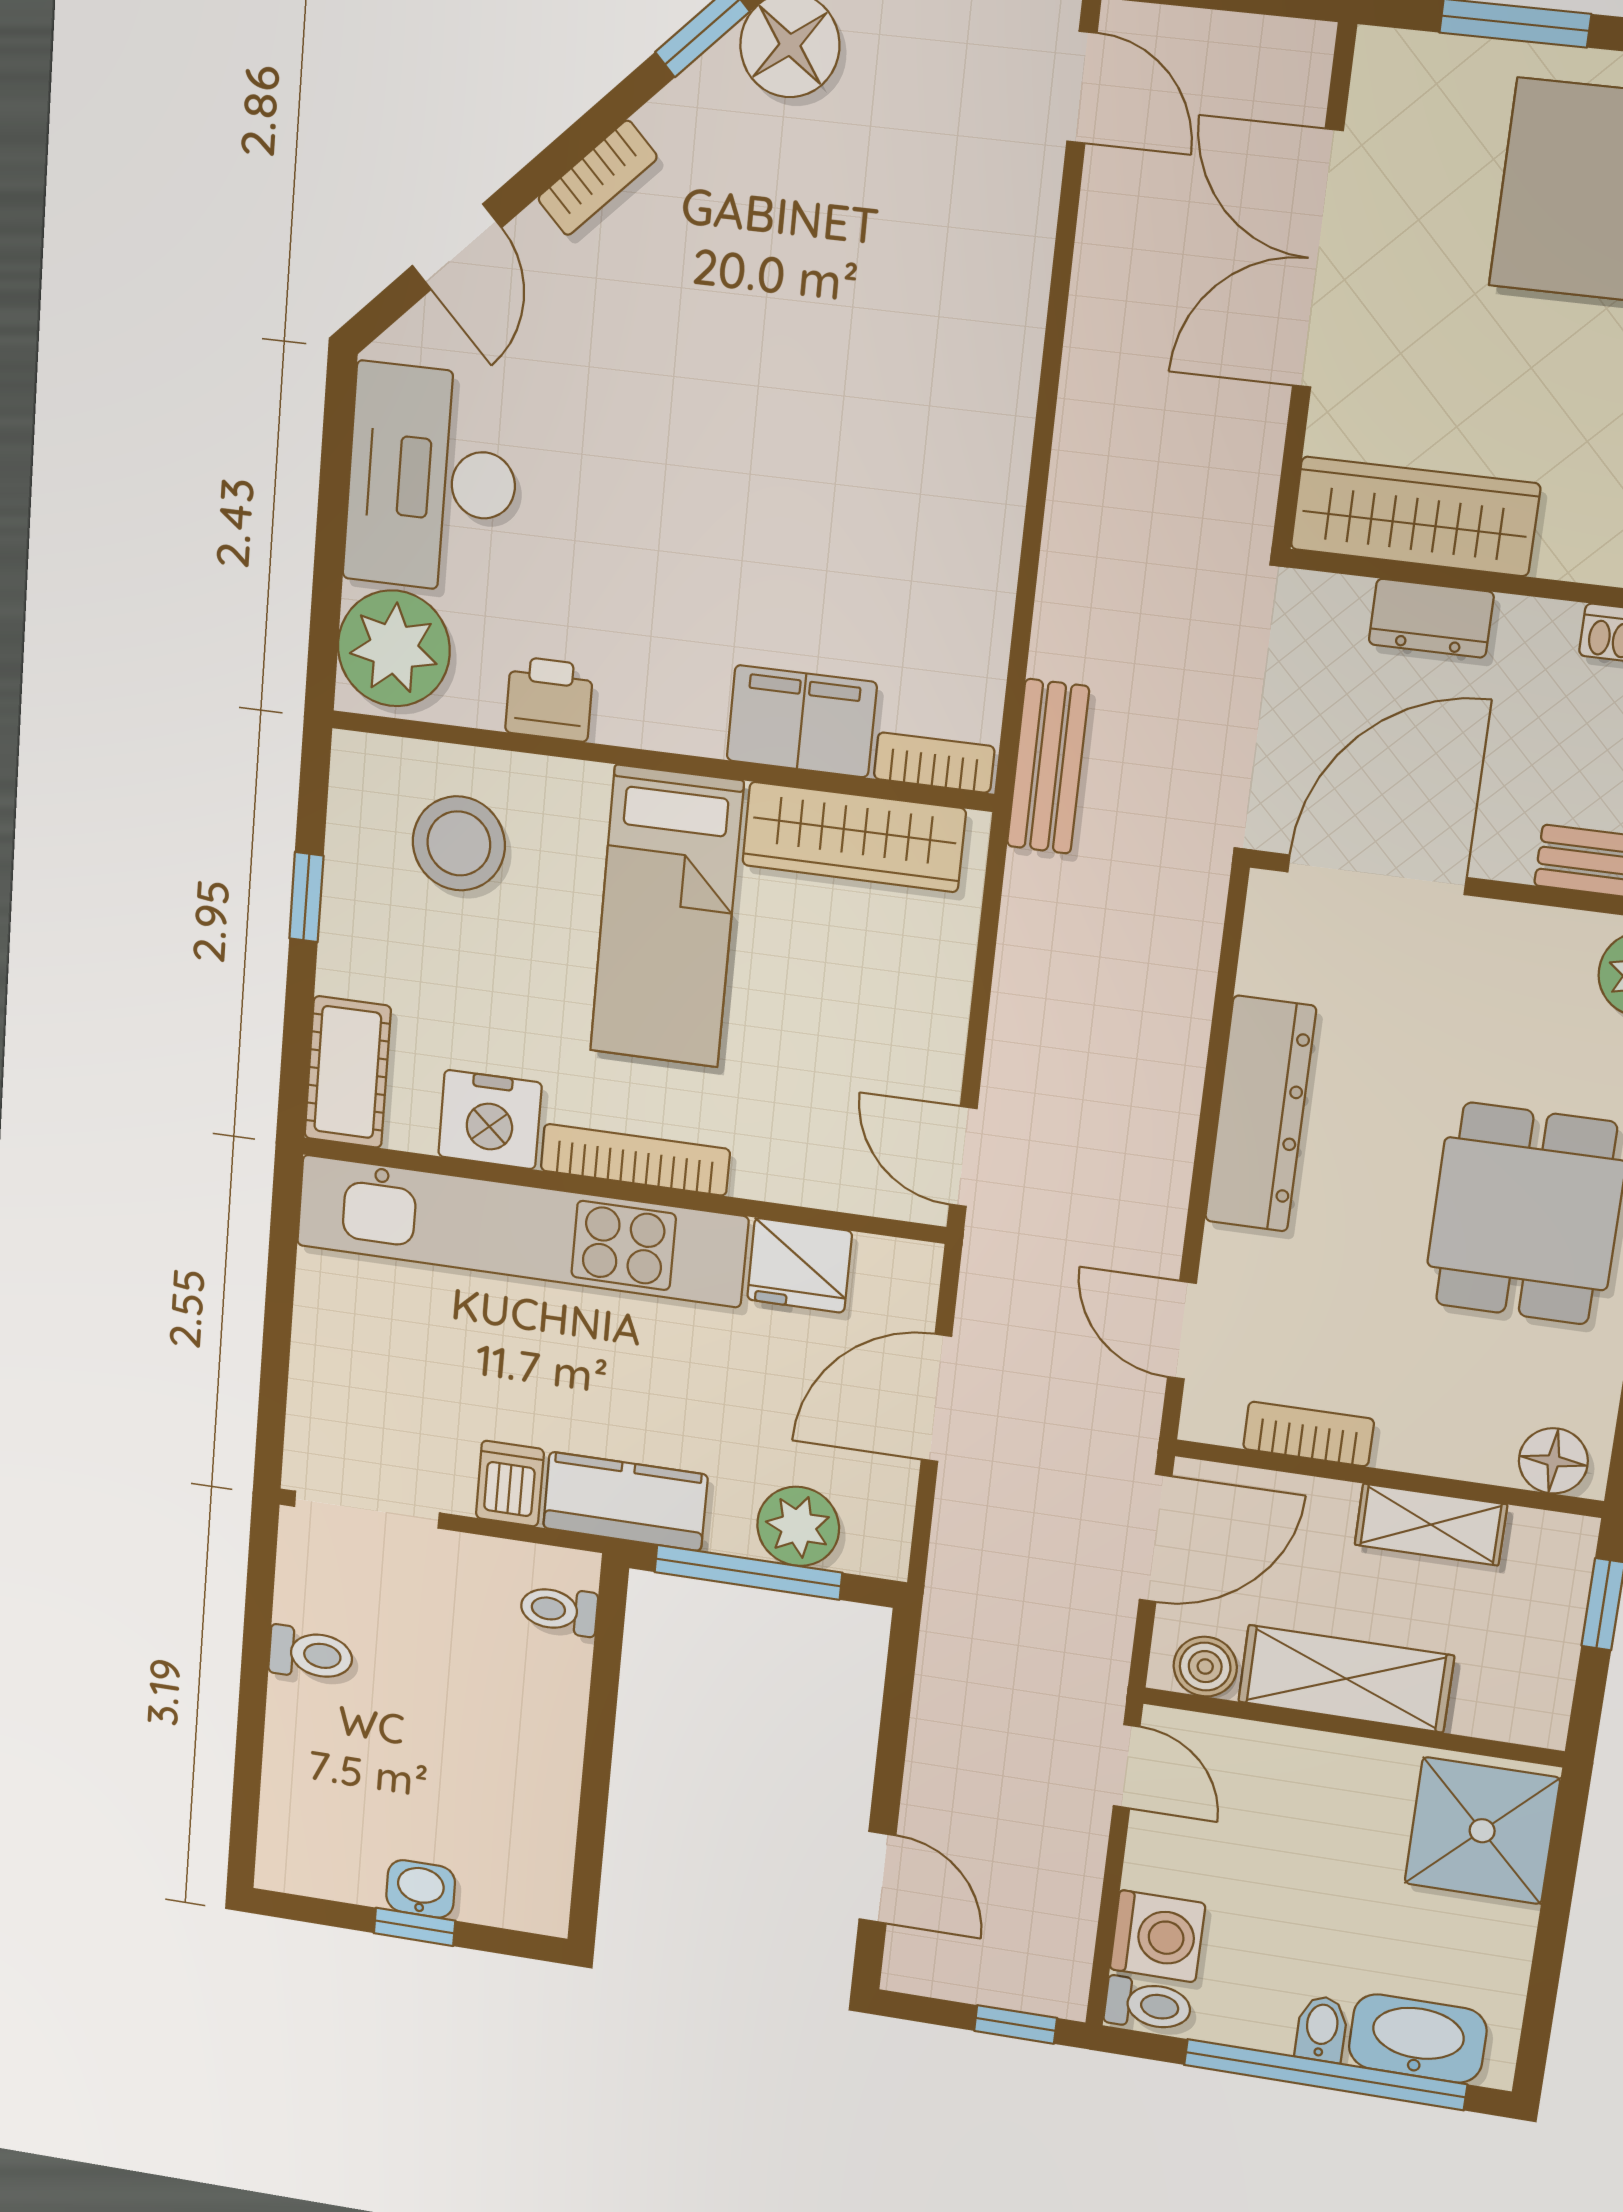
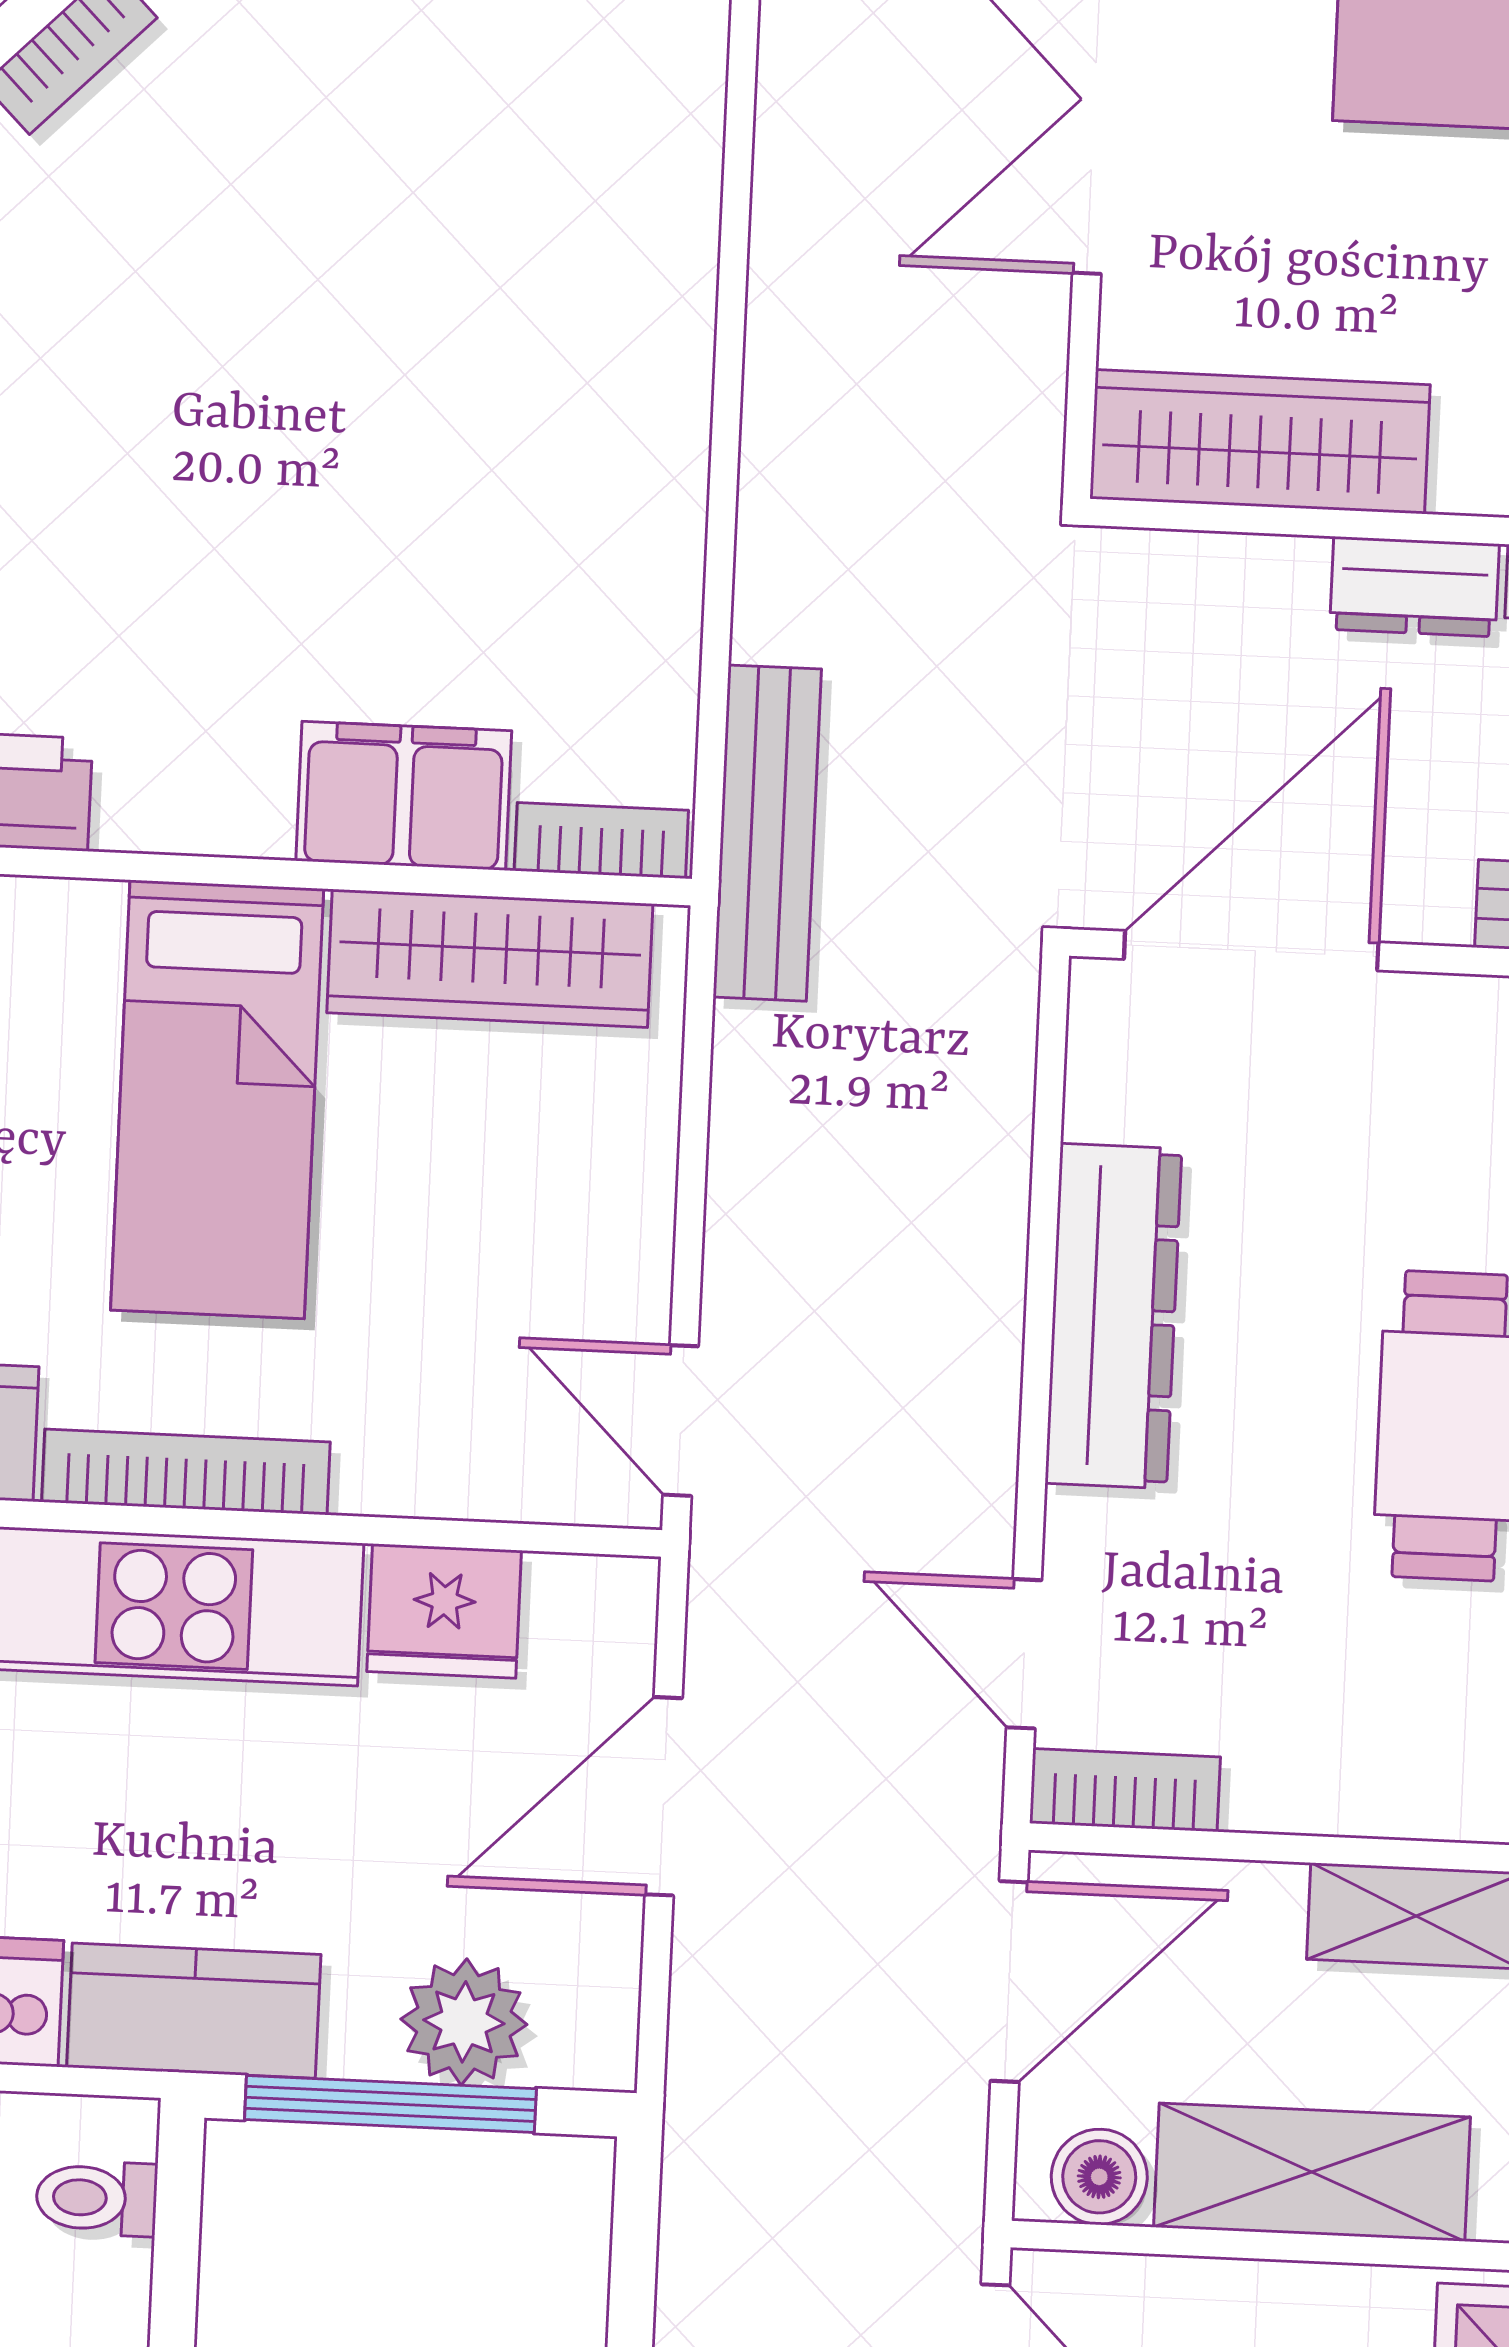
dresser: (1431, 618) -> (1415, 587), moved
bench: (1048, 766) -> (767, 833), width x1.36
bookcase: (1308, 1434) -> (1125, 1790), moved

